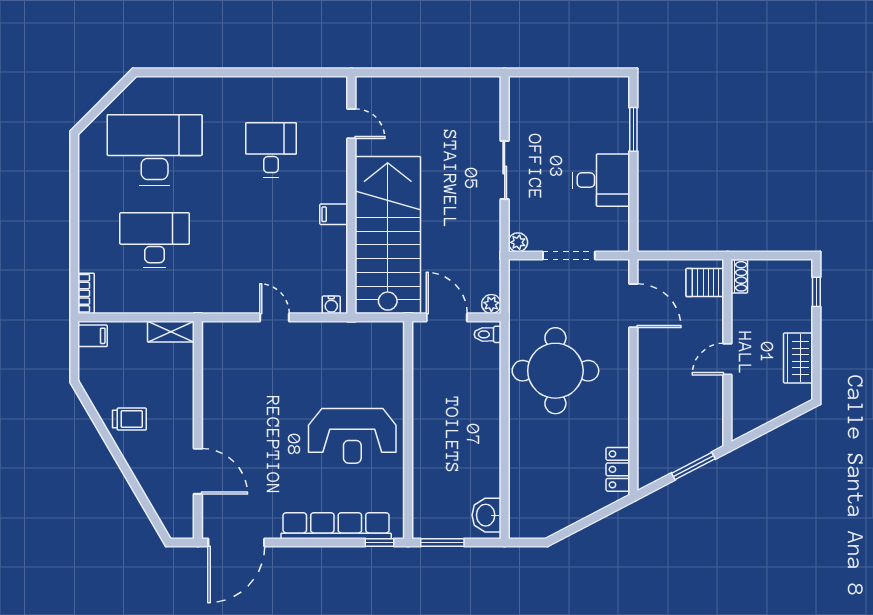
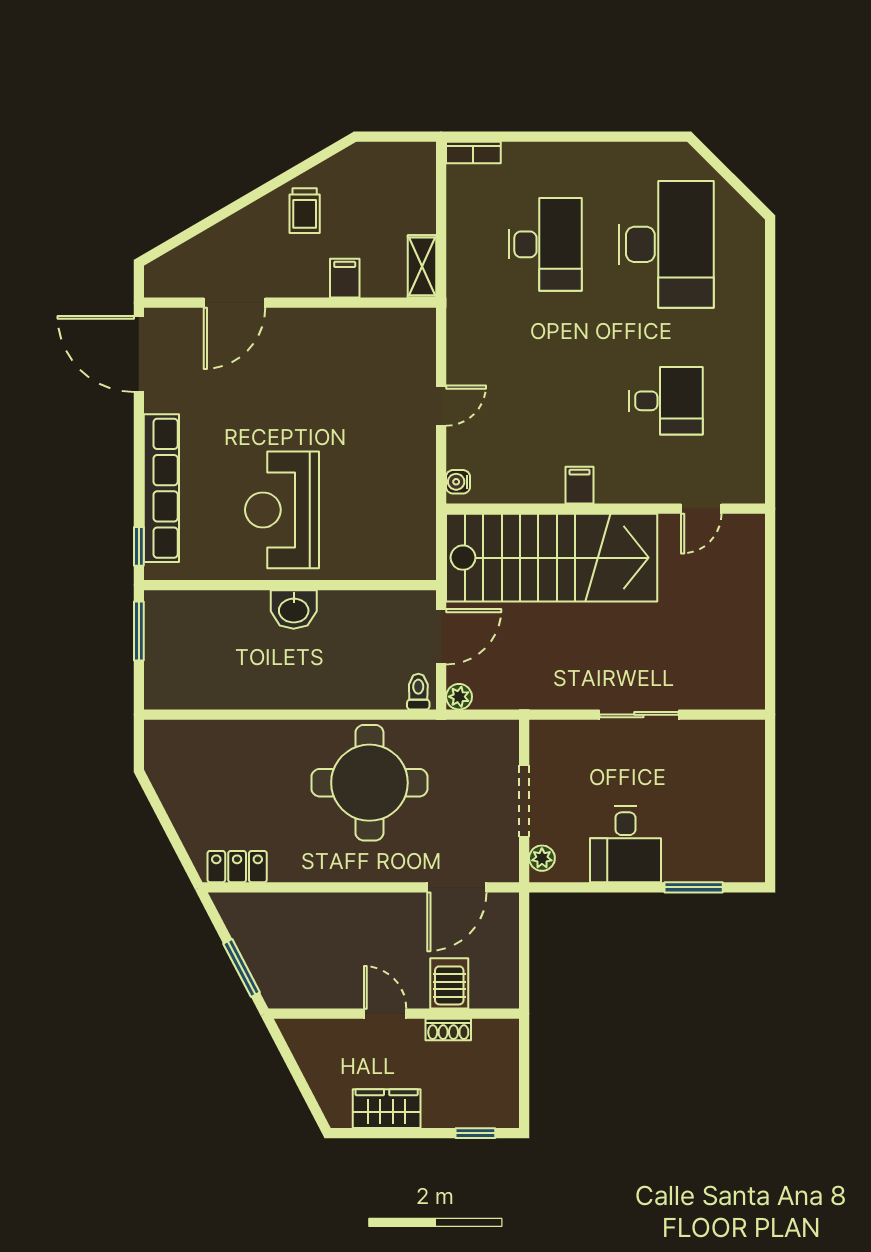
plant: (518, 242) -> (542, 858), moved
shoe rack: (739, 276) -> (448, 1030), moved
server rack: (705, 283) -> (449, 983), moved
filing cabinet: (93, 336) -> (345, 278), moved, turned 180
washbasin: (487, 515) -> (294, 609), moved, turned 180

